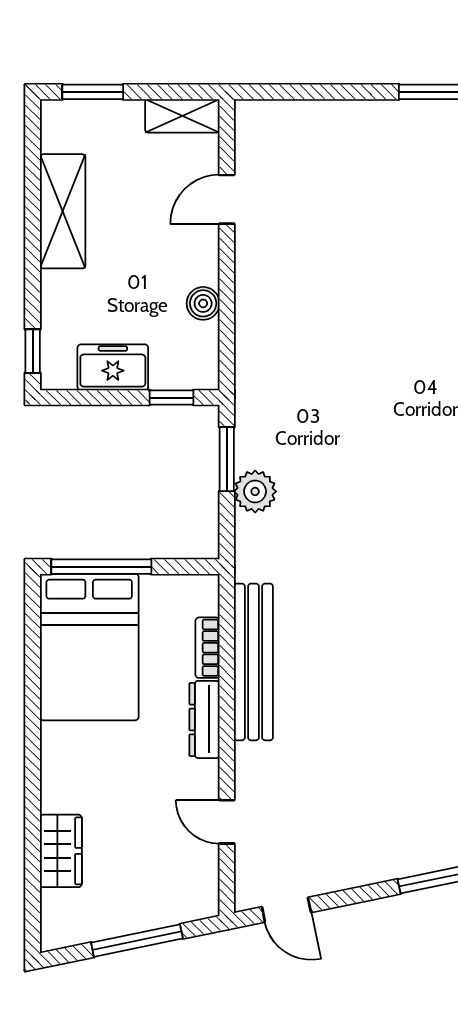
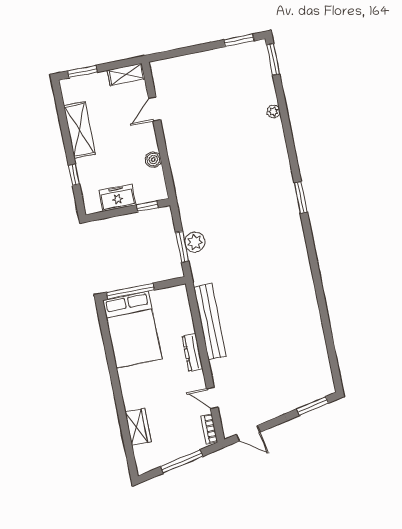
window: (33, 351) -> (74, 175), moved
window: (227, 459) -> (182, 247), moved
bookcase: (207, 648) -> (209, 429), moved

